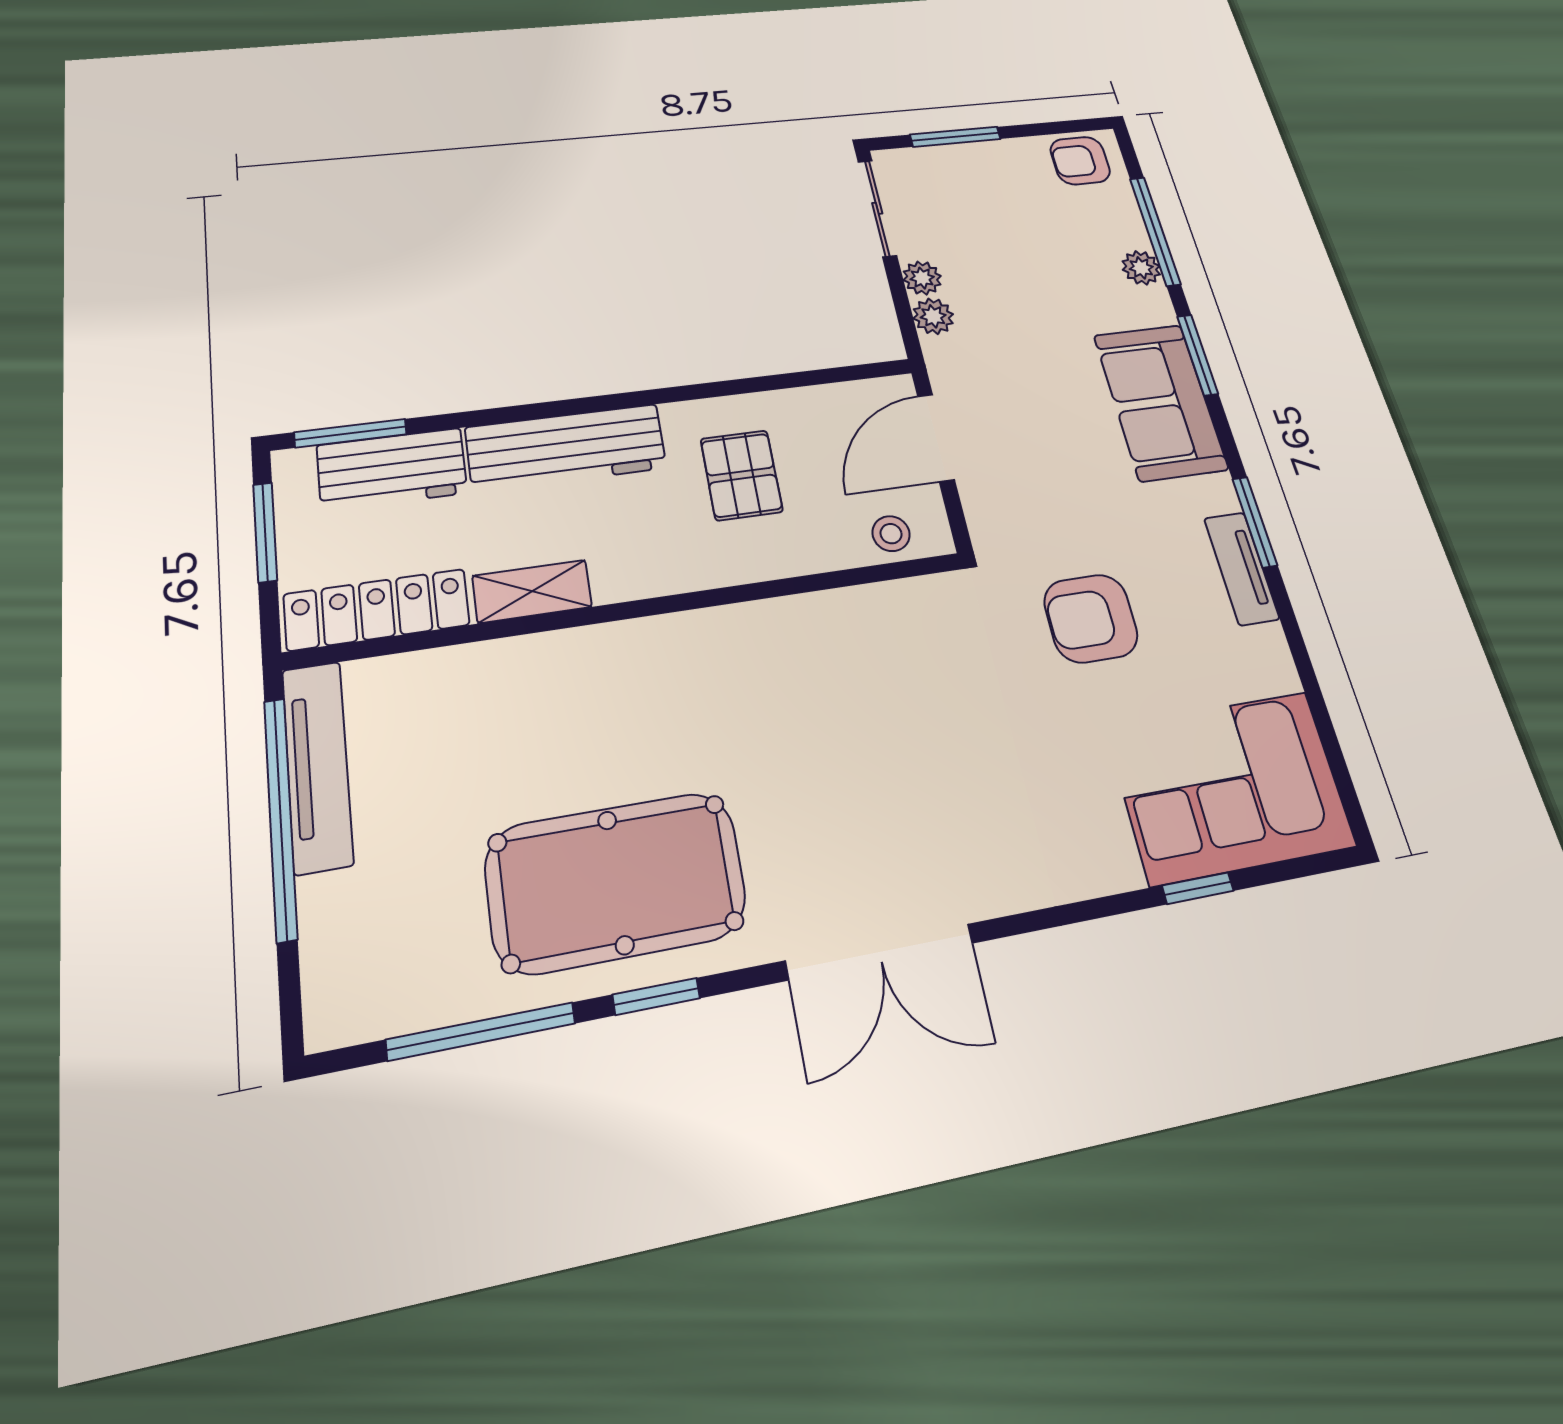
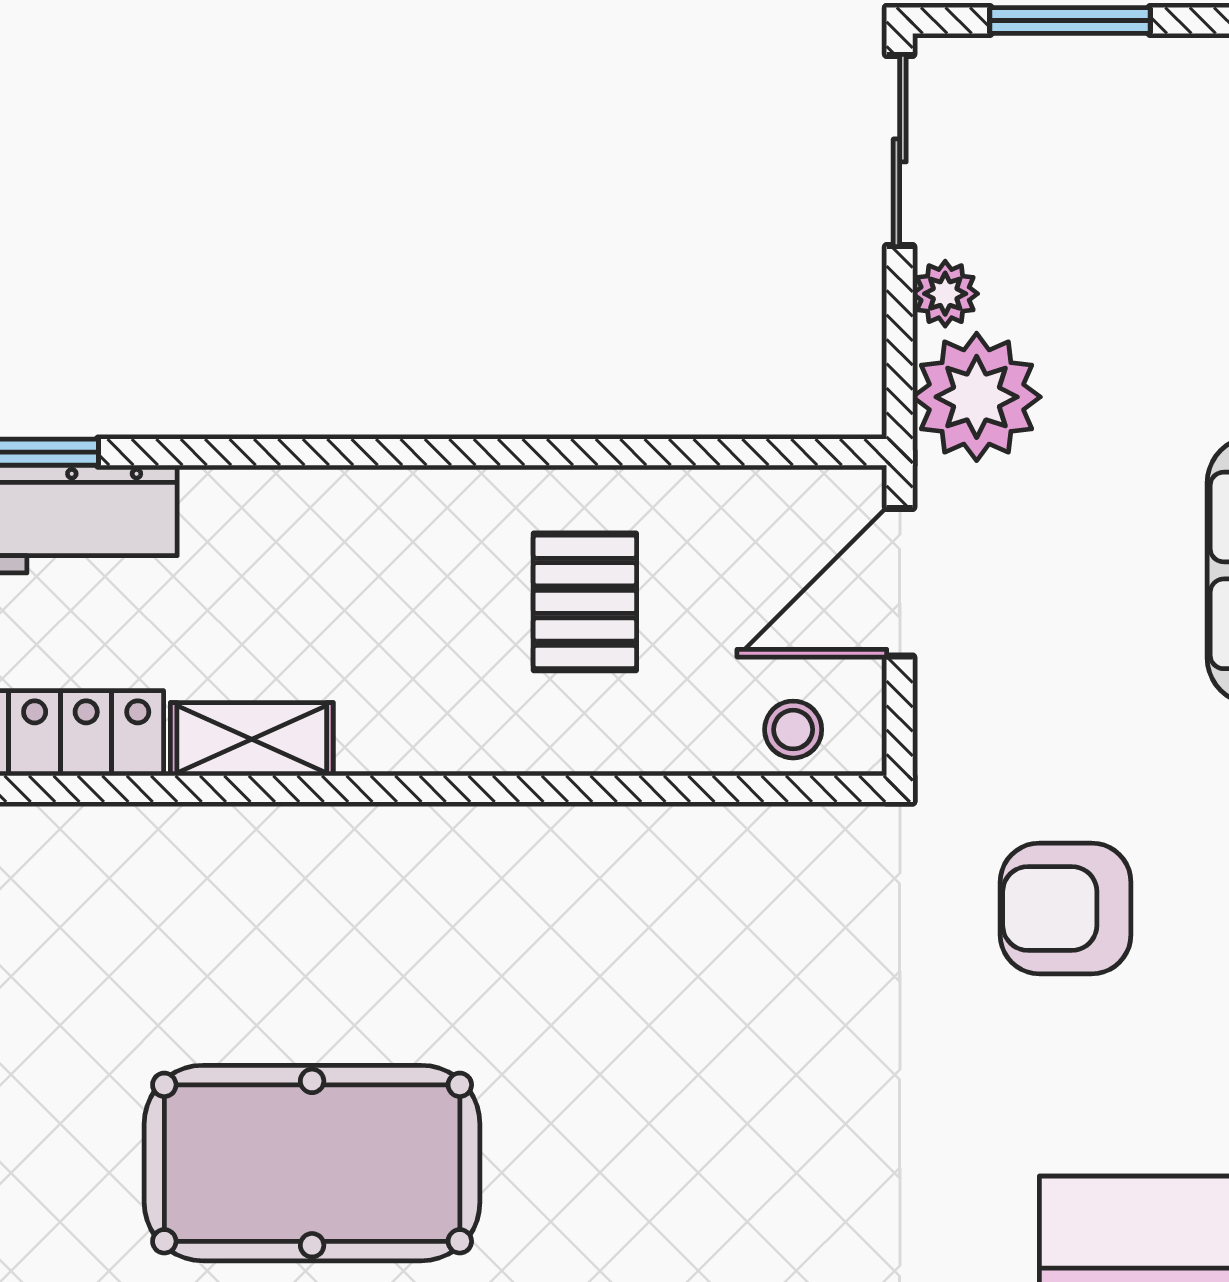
plant: (933, 316) -> (977, 397), width x1.87, depth x1.87
workbench: (566, 448) -> (329, 520), removed

